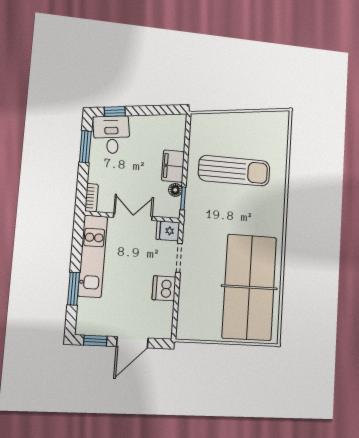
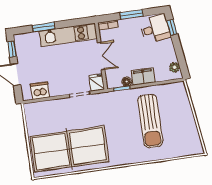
plant: (170, 121) -> (175, 67), added
window: (85, 147) -> (132, 14), moved
dishwasher: (164, 288) -> (40, 91), moved

